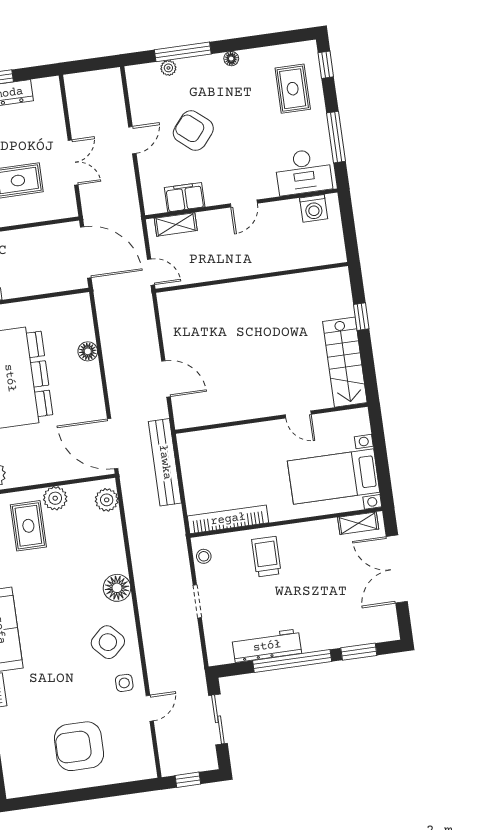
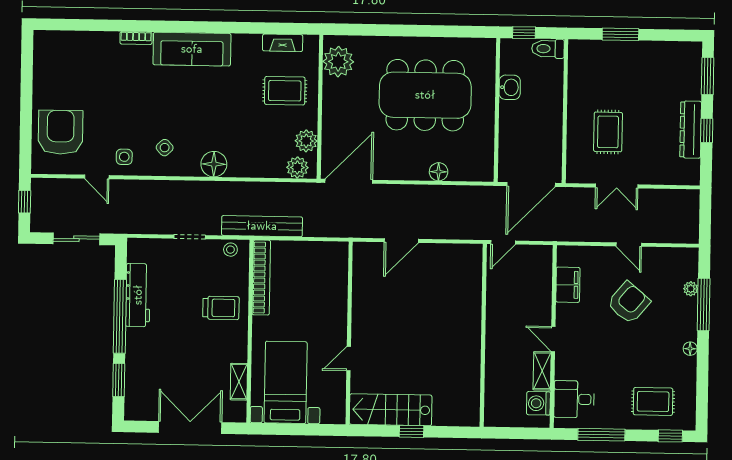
desk: (303, 172) -> (574, 399), width x0.73
shelving: (176, 224) -> (542, 371), moved
window: (361, 317) -> (411, 431), moved
bench: (165, 462) -> (262, 226), moved
plant: (55, 498) -> (306, 141), moved
shelving: (358, 523) -> (239, 382), moved
side table: (108, 642) -> (165, 148), width x0.54, depth x0.54
armchair: (79, 746) -> (61, 132), moved

